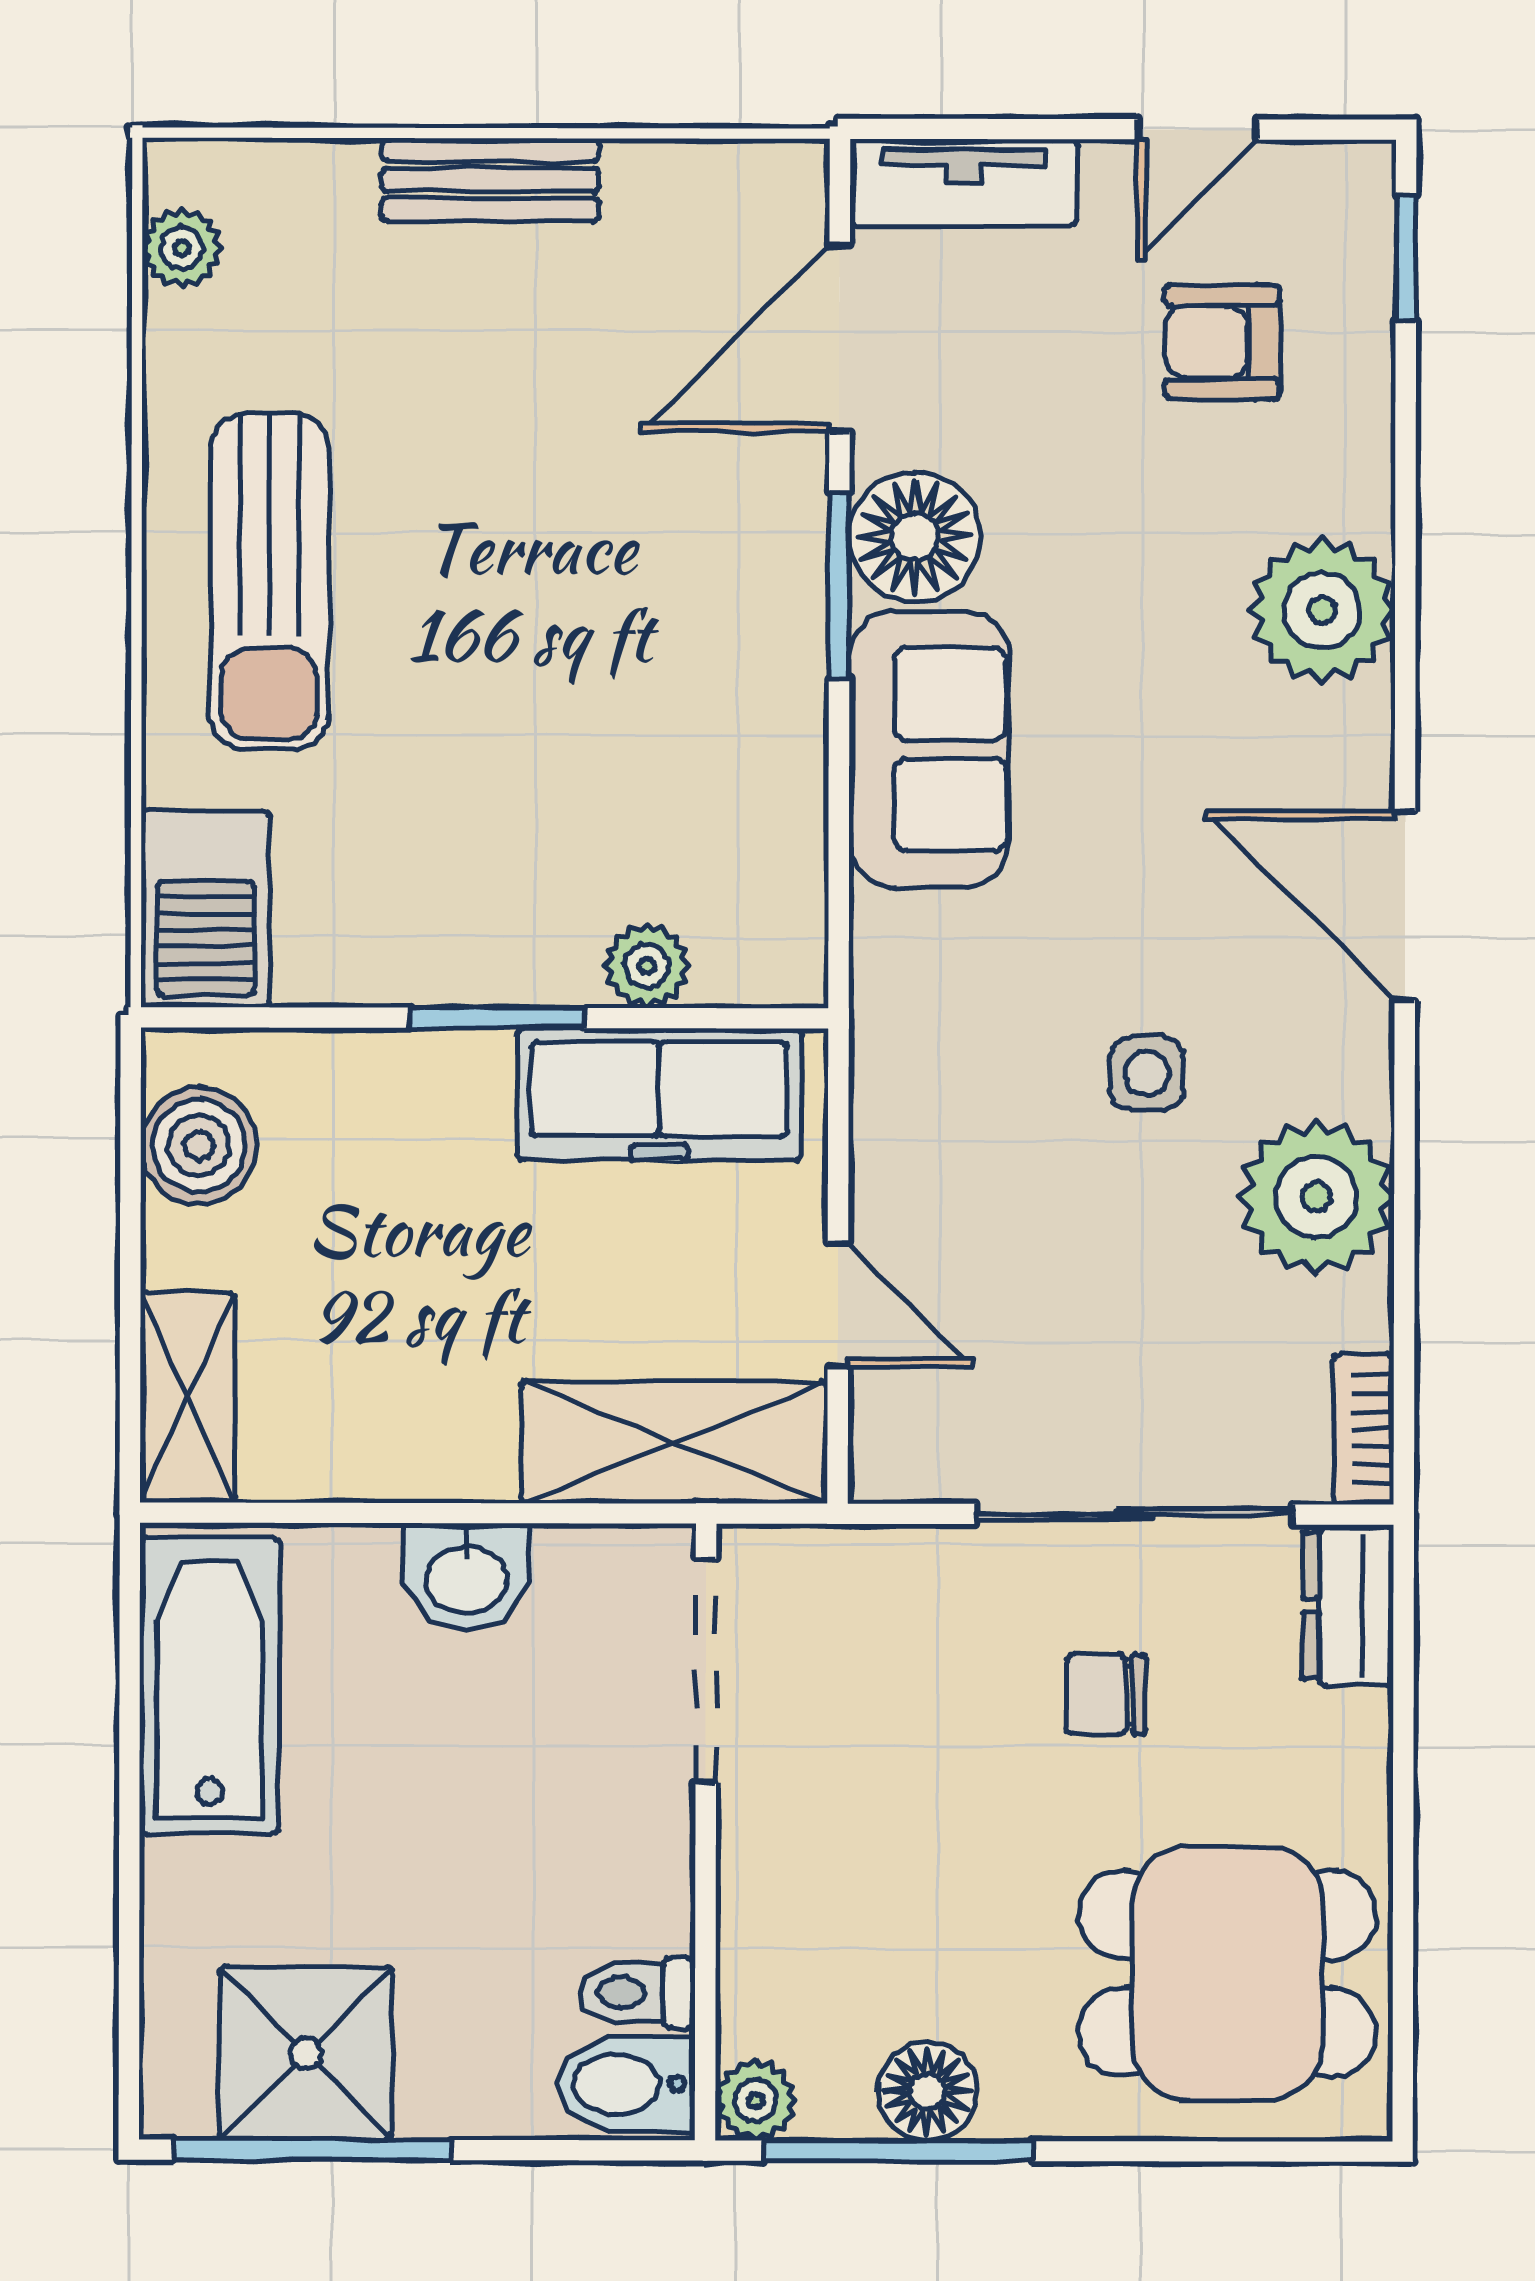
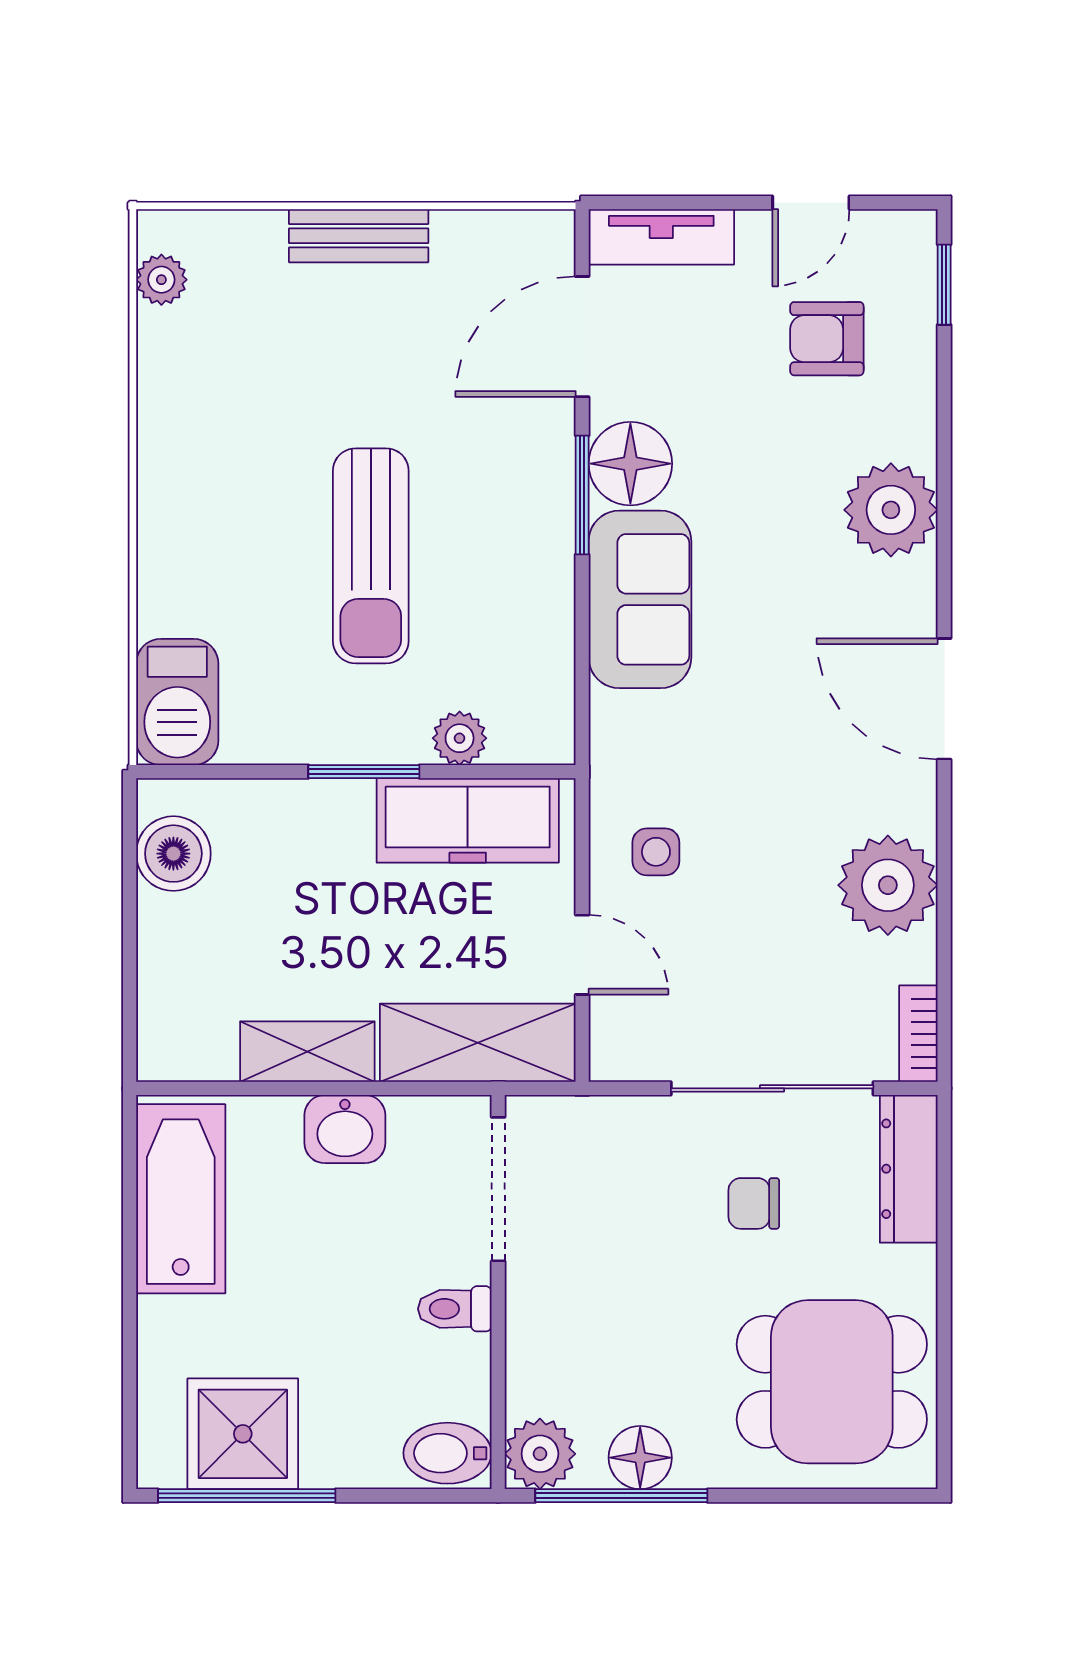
sun lounger: (269, 581) -> (371, 556), moved
side table: (1147, 1073) -> (656, 852), moved
shelving: (188, 1397) -> (307, 1052), moved, turned 90
dresser: (1348, 1605) -> (909, 1169), width x1.44
toilet: (637, 1993) -> (455, 1309), moved
plant: (755, 2100) -> (540, 1454), width x1.38, depth x1.38

